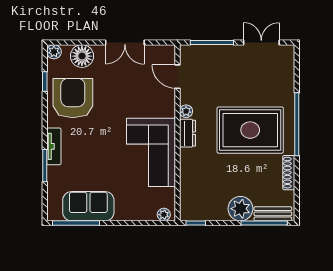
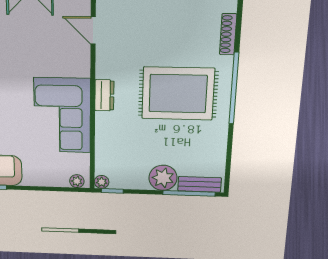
plant: (186, 111) -> (102, 182), moved
shoe rack: (289, 173) -> (228, 34), moved

